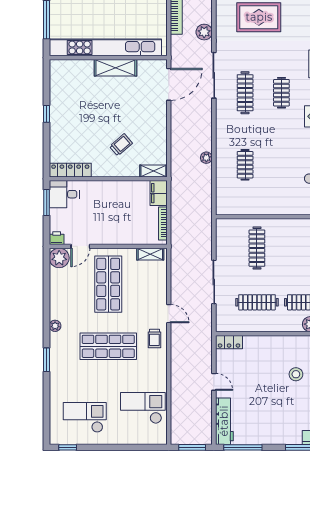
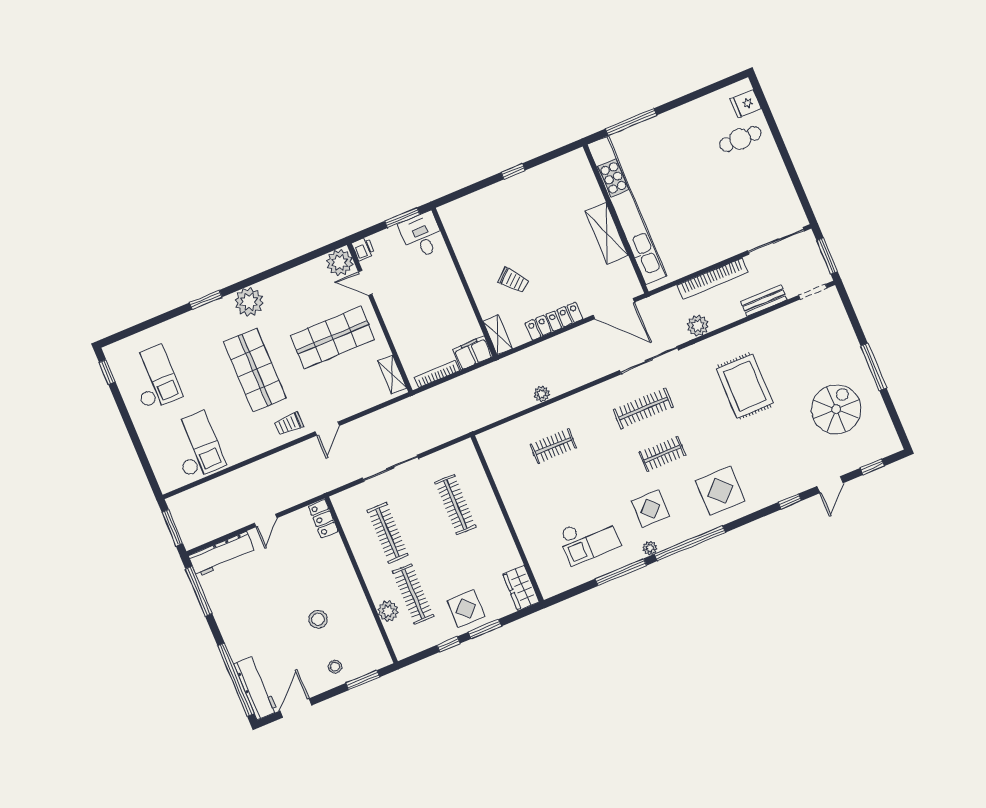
locker: (70, 170) -> (554, 321), moved, turned -90
clothes rail: (257, 248) -> (455, 505), turned 90
plant: (55, 326) -> (249, 302), width x1.87, depth x1.87

